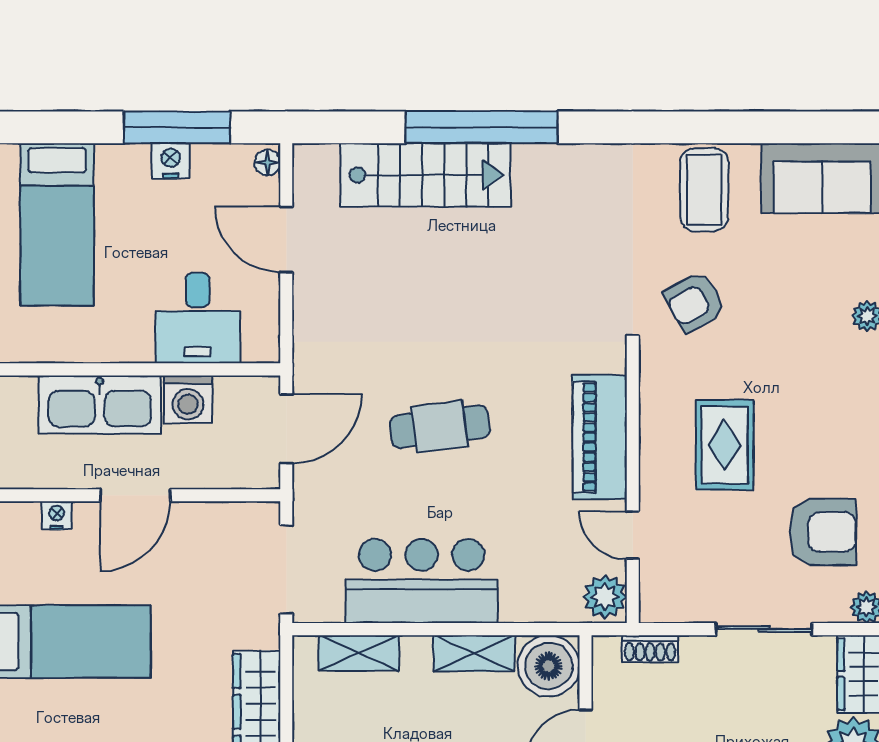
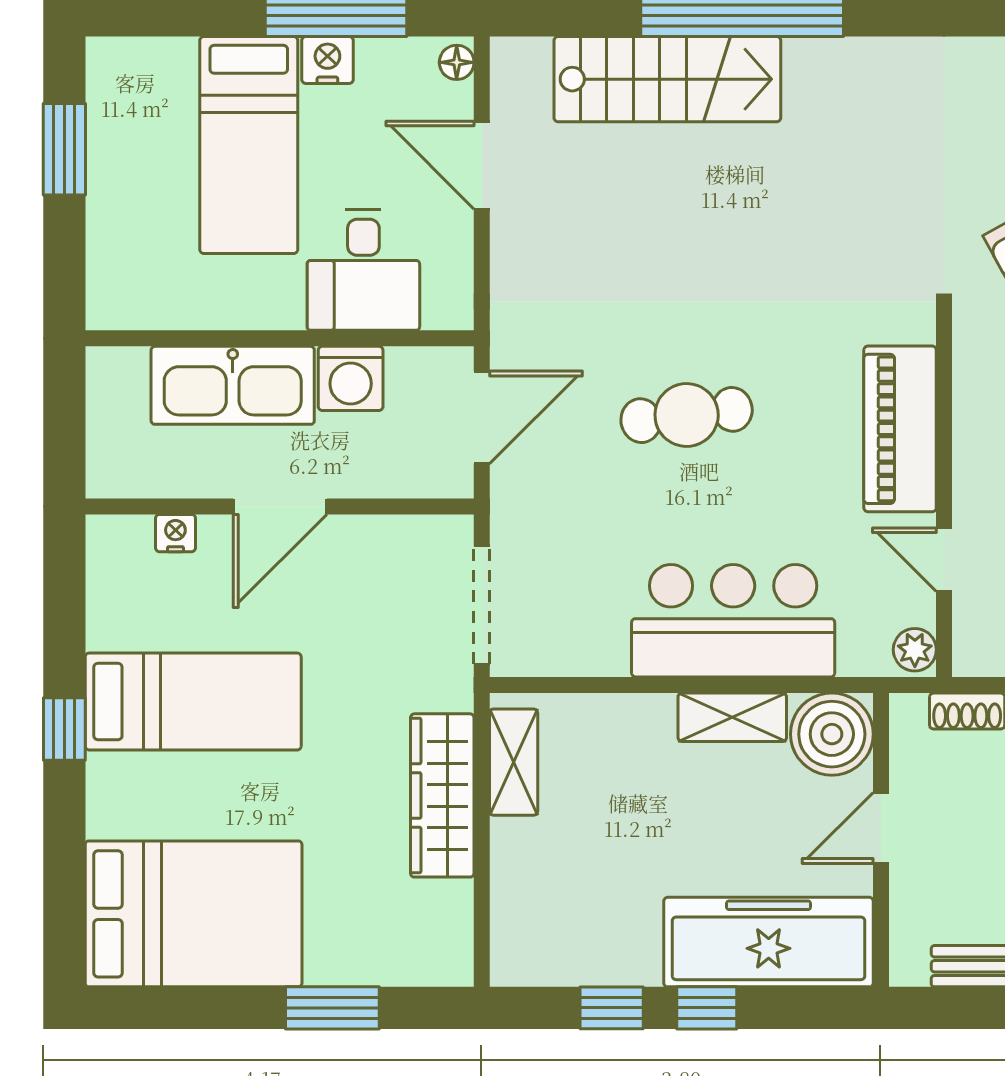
bed: (57, 224) -> (249, 145), moved
bar counter: (422, 581) -> (733, 621), moved
plant: (605, 597) -> (915, 650), width x0.73, depth x0.73
shelving: (359, 653) -> (514, 762), moved, turned 90

